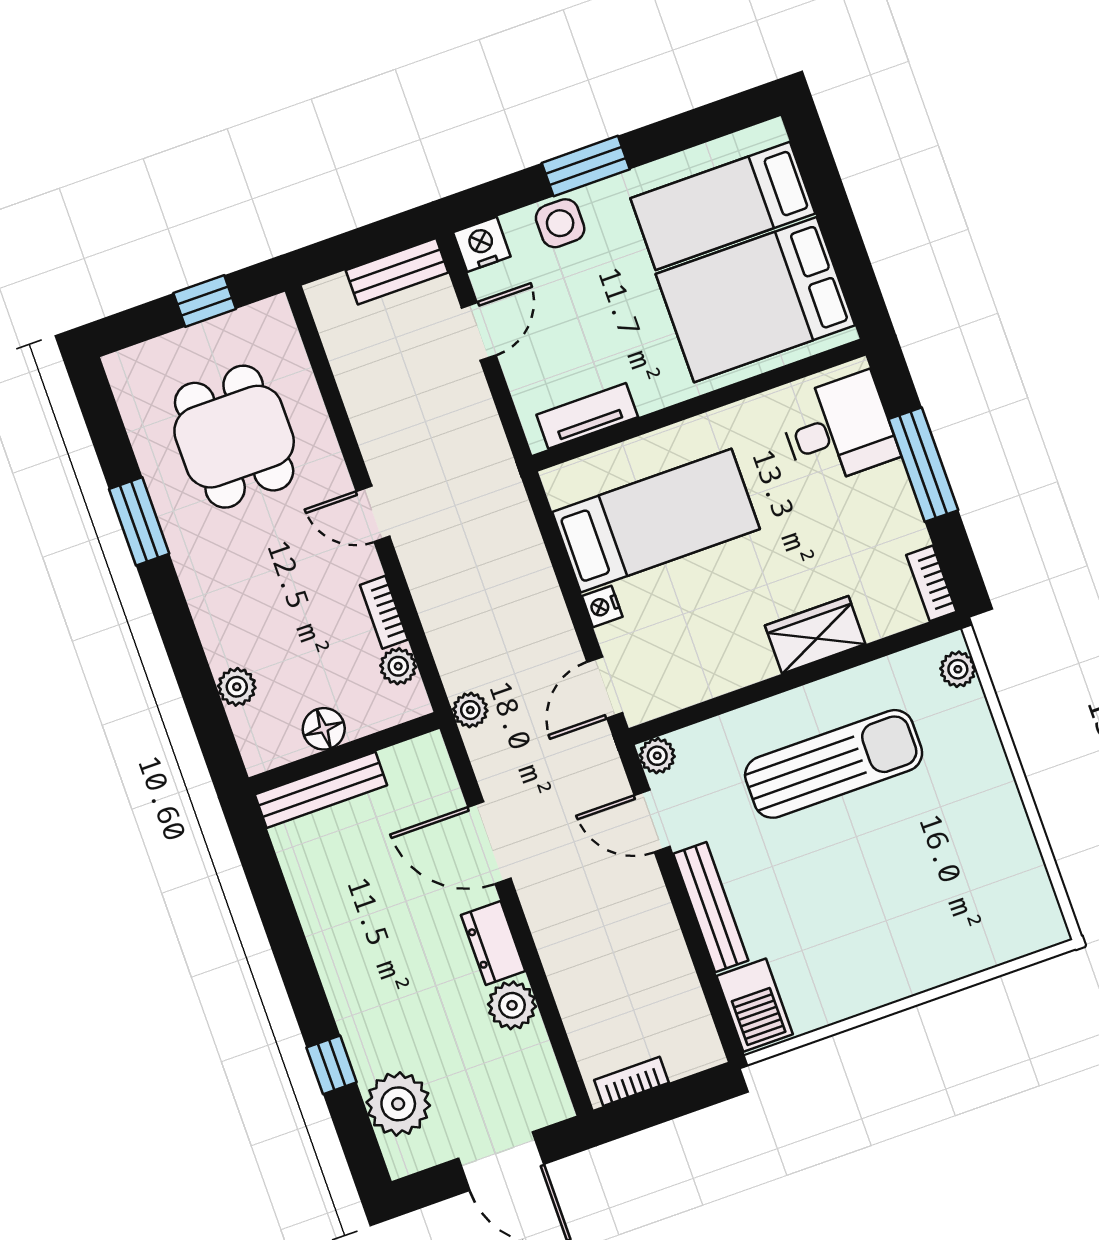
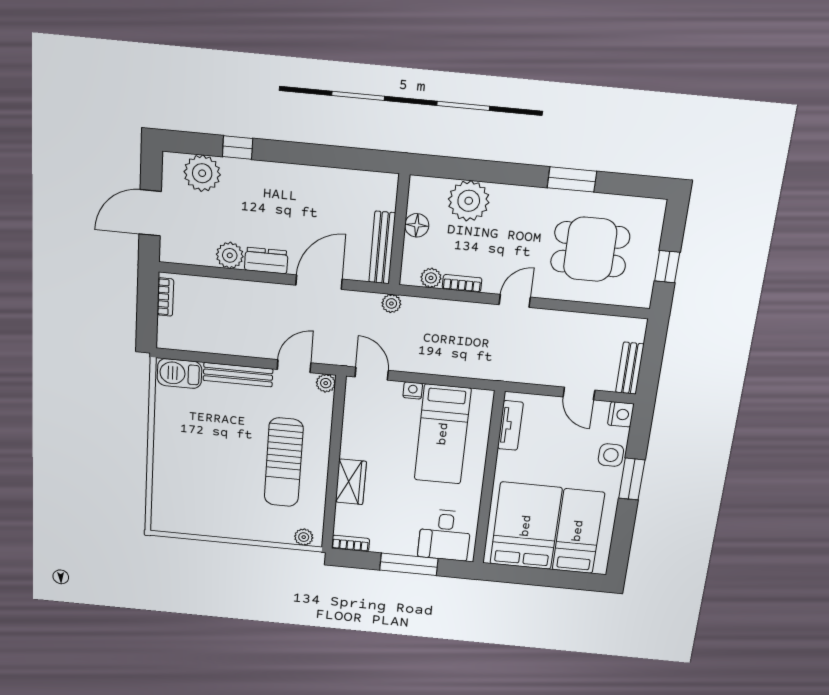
plant: (237, 687) -> (469, 201), width x1.88, depth x1.88
bench: (321, 790) -> (382, 248), moved

